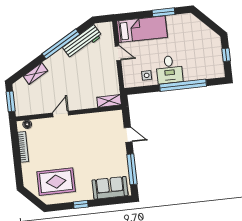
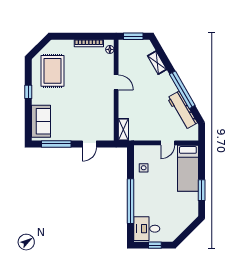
desk: (169, 70) -> (147, 229), moved

